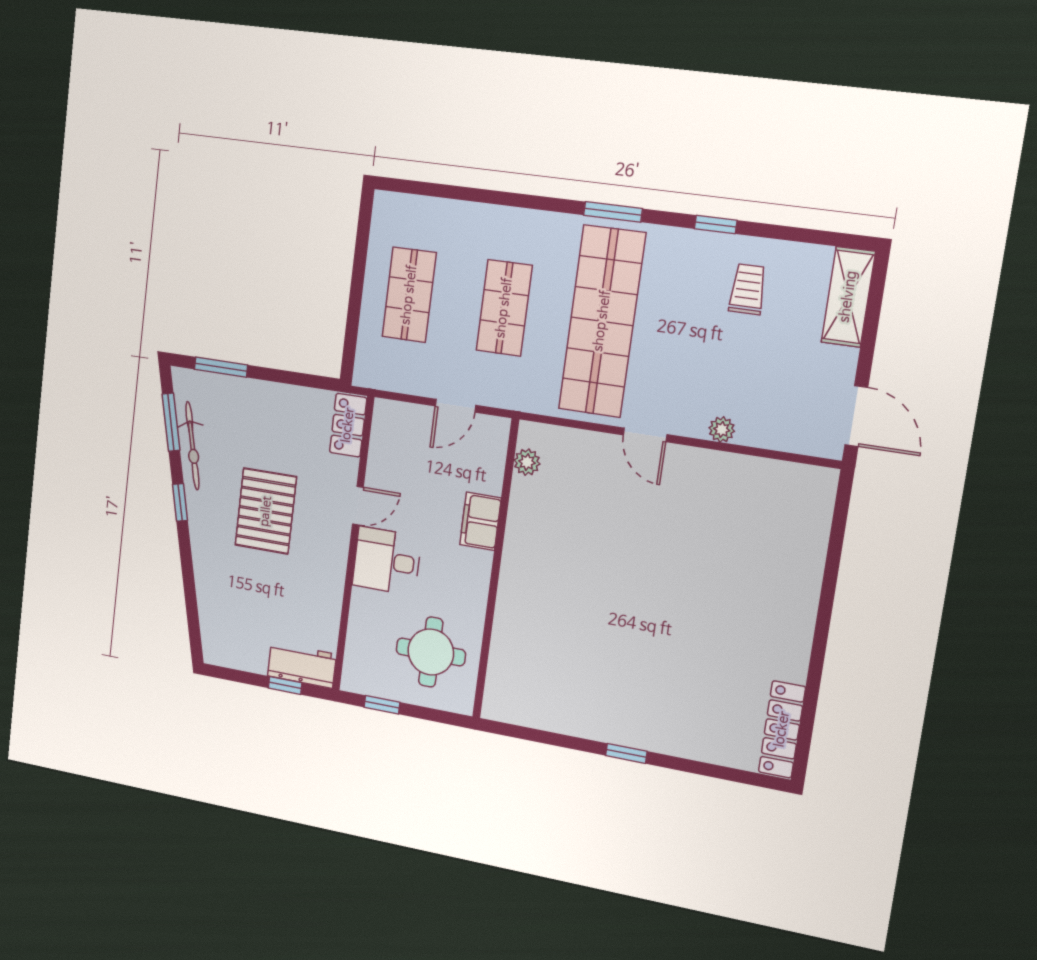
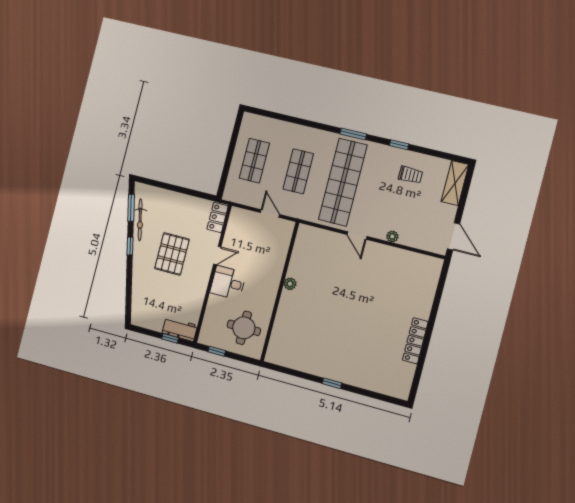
trolley: (748, 289) -> (410, 175), turned 90
window: (221, 367) -> (159, 184), removed
door: (455, 406) -> (270, 214), swing flipped
plant: (527, 462) -> (290, 284), moved
filing cabinet: (480, 521) -> (275, 268), removed
locker: (782, 729) -> (415, 341), moved

